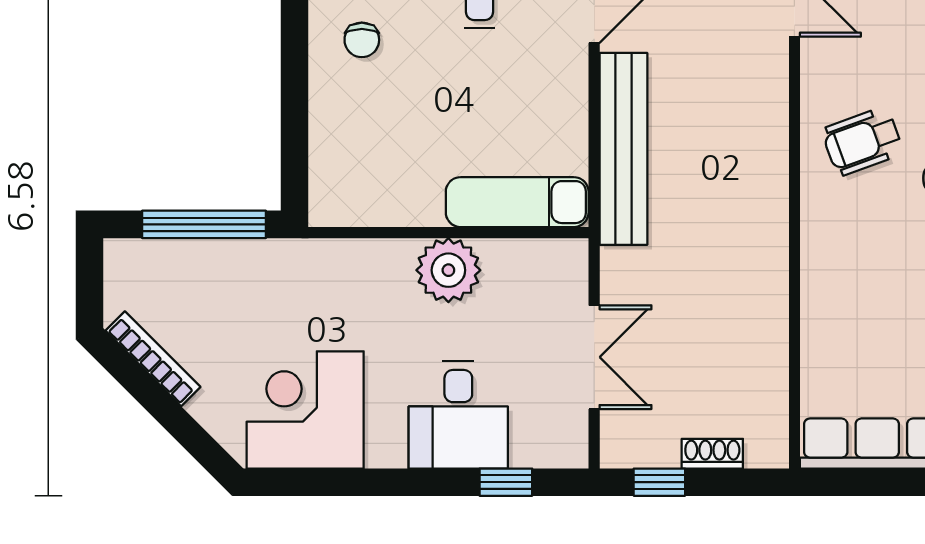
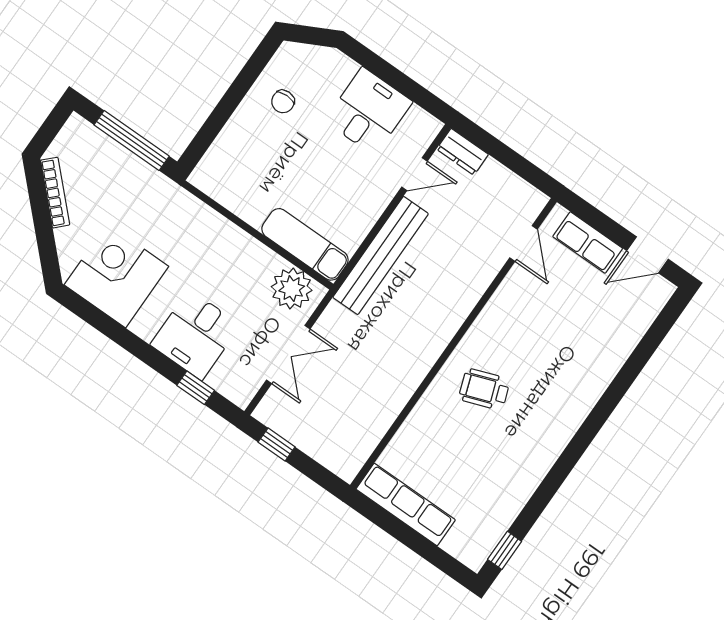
wheelchair: (862, 141) -> (484, 389), moved
plant: (448, 270) -> (292, 289), moved
shoe rack: (712, 454) -> (315, 449), removed

